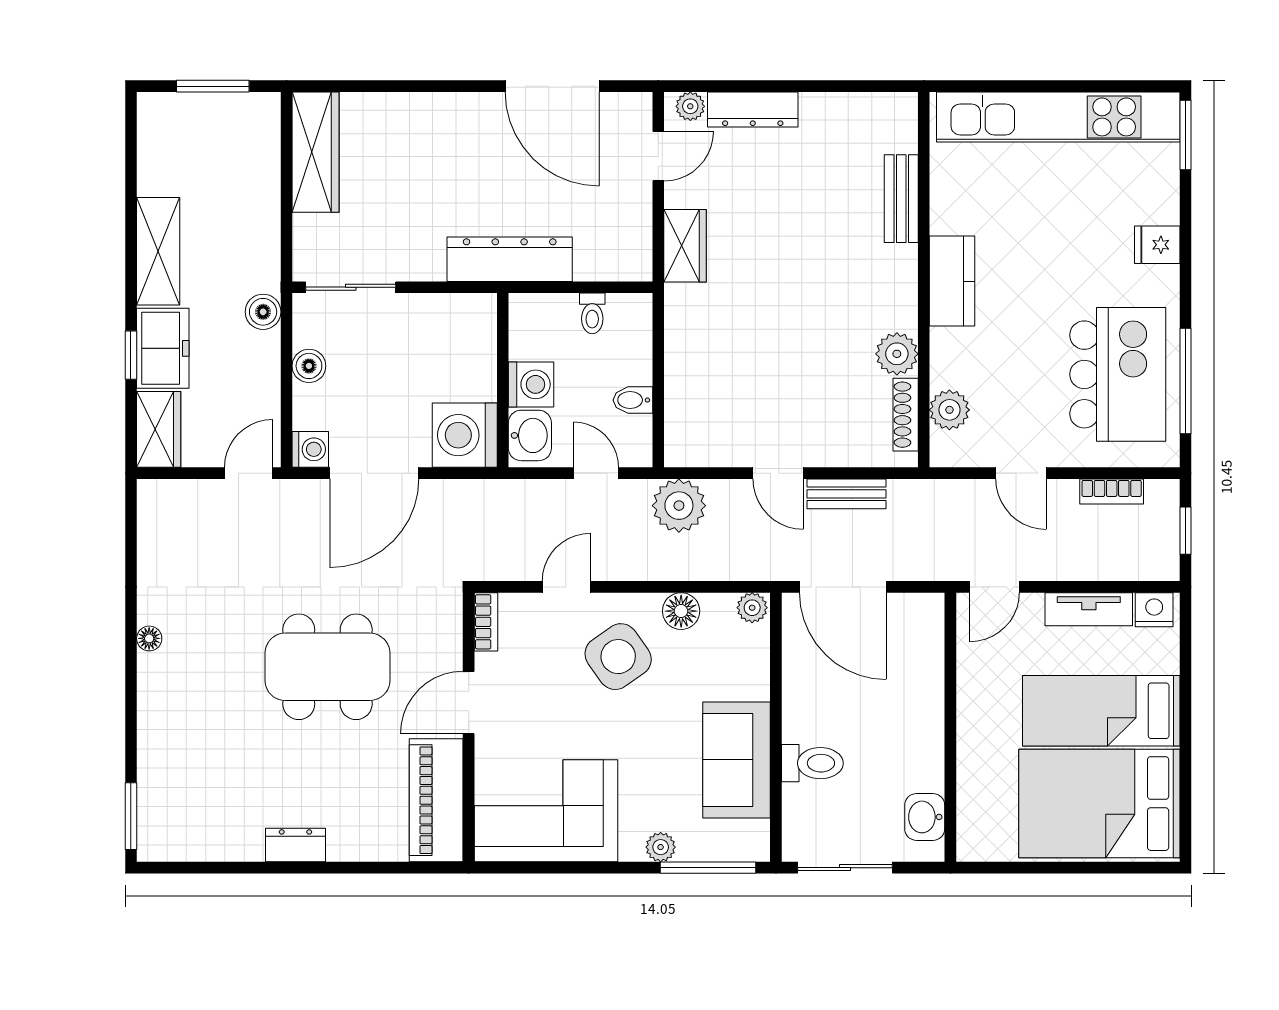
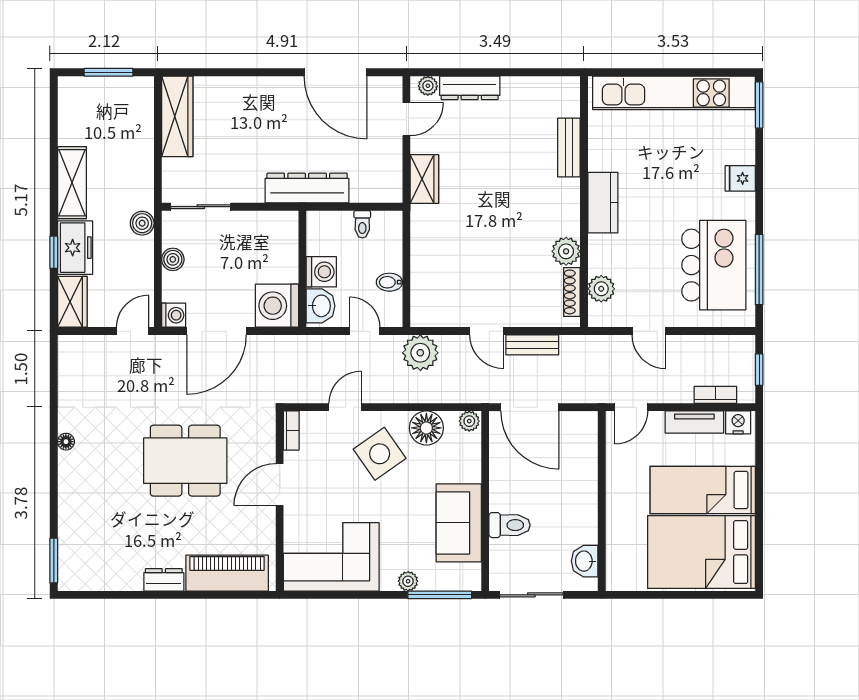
bookcase: (1112, 491) -> (715, 395), moved, turned 180
floor lamp: (681, 611) -> (426, 428), width x1.38, depth x1.38
piano: (436, 800) -> (227, 573), moved, turned 90

